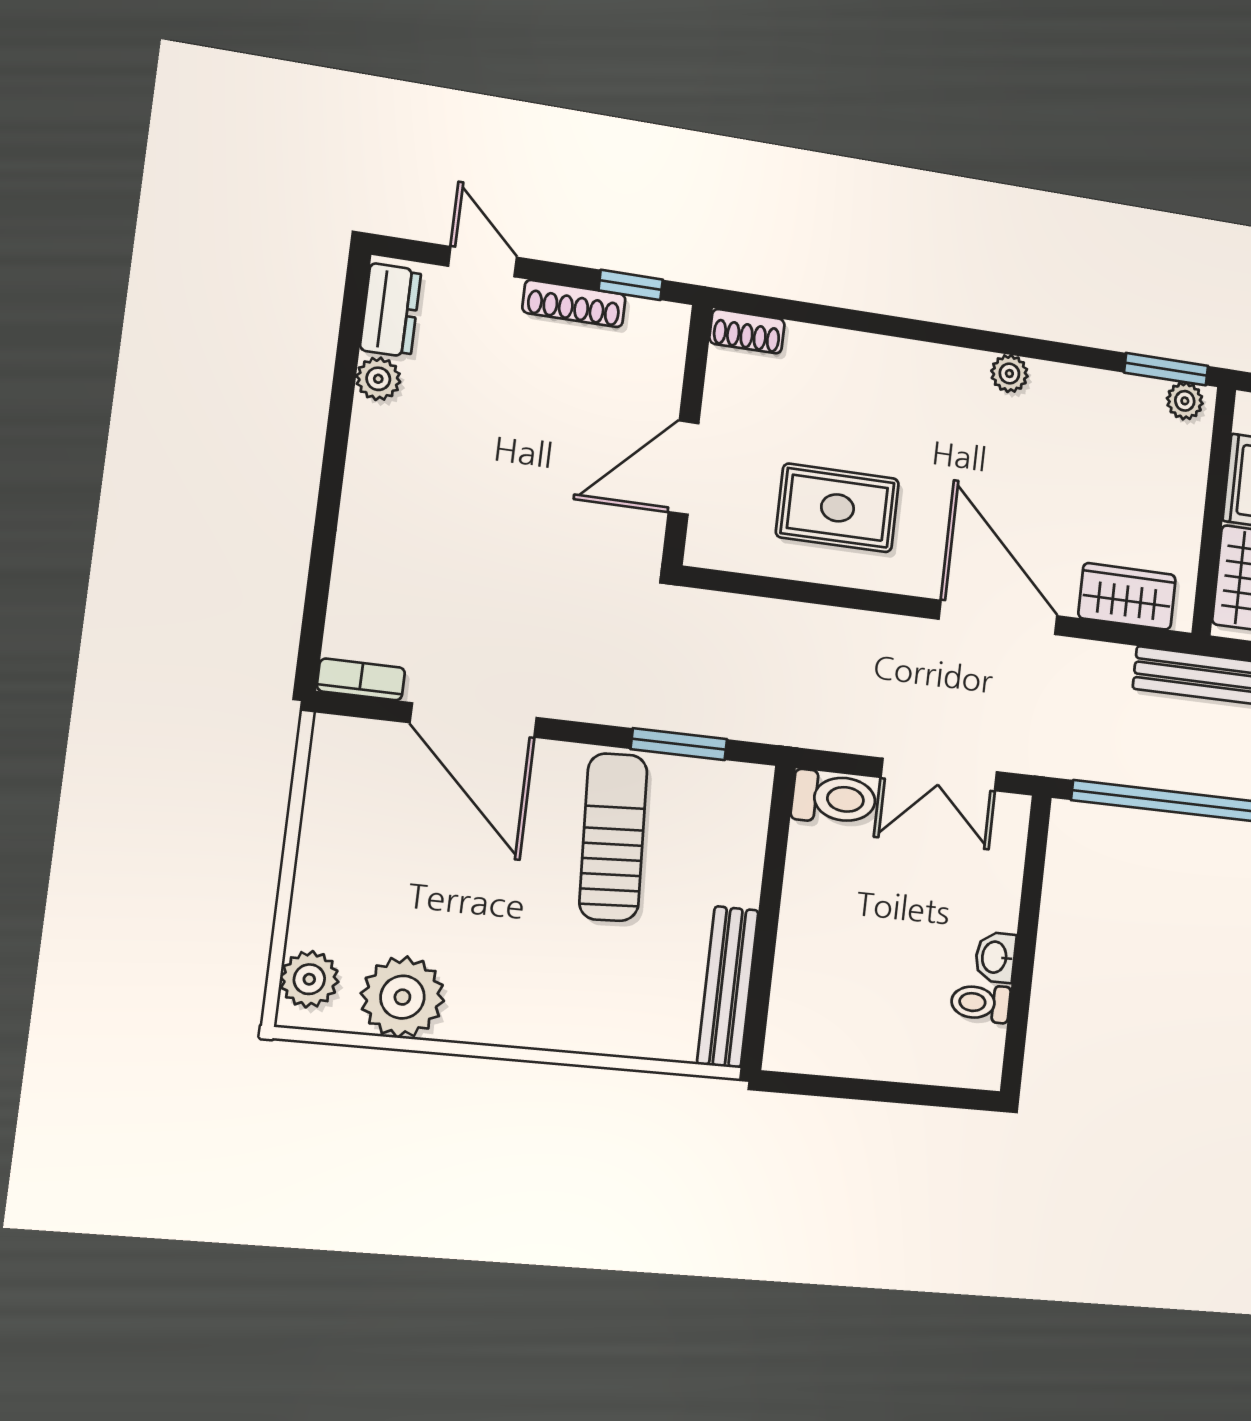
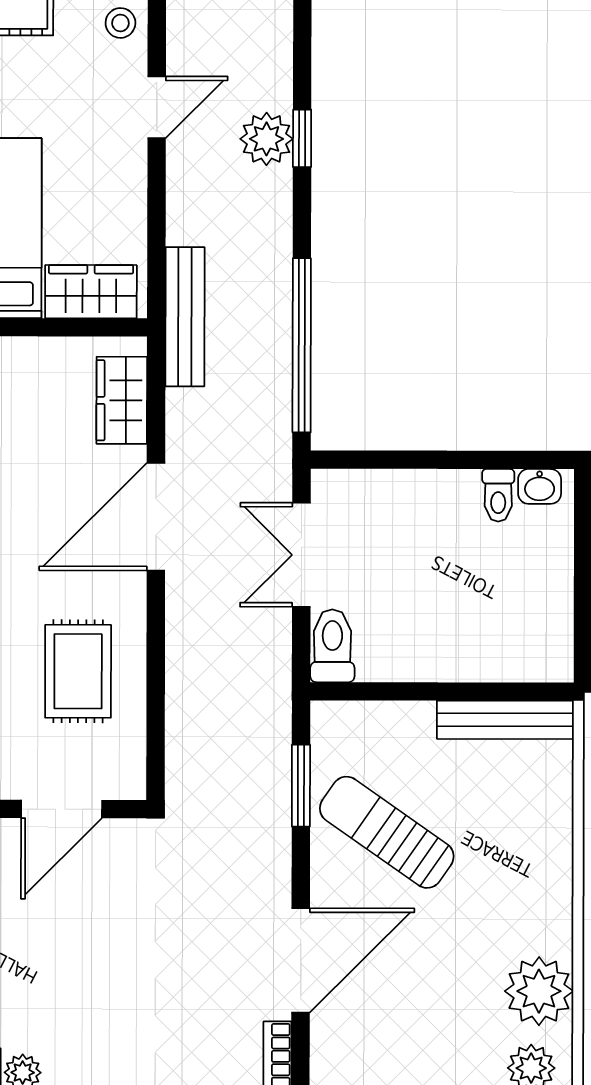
door: (684, 468) -> (62, 809), hinge flipped
double door: (939, 775) -> (301, 555), swing flipped
sun lounger: (613, 837) -> (387, 832), turned 38
washbasin: (995, 957) -> (540, 486), moved

